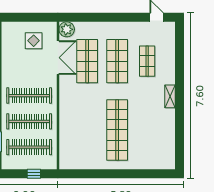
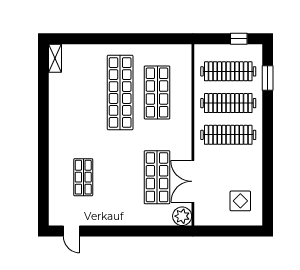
display table: (34, 41) -> (240, 201), moved
shop shelf: (117, 61) -> (157, 93), moved
shelving: (170, 96) -> (55, 58), moved
window: (34, 174) -> (239, 39), moved

